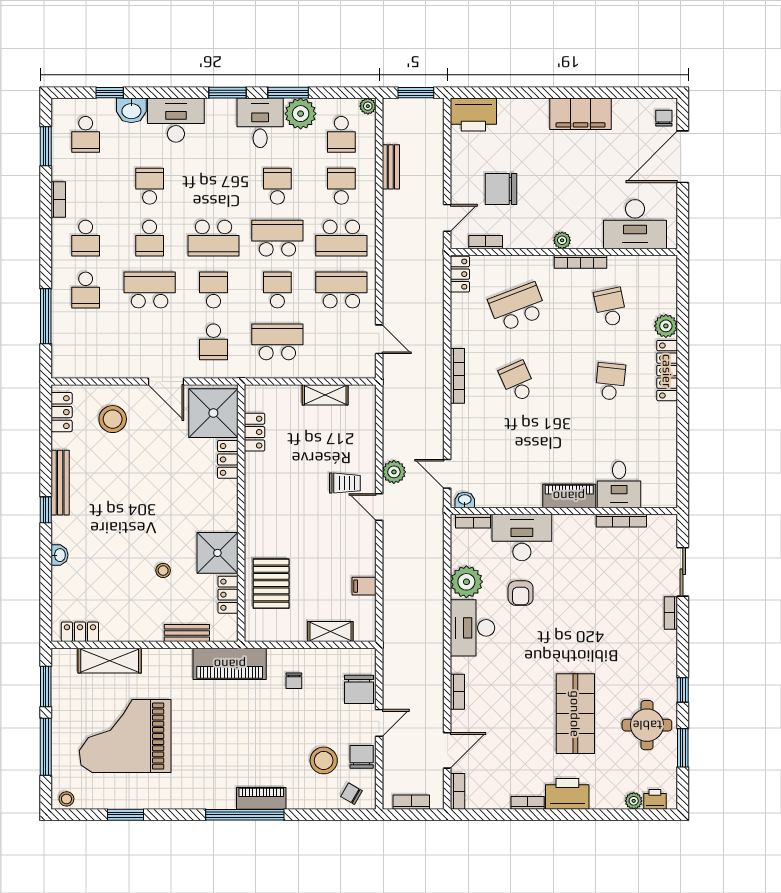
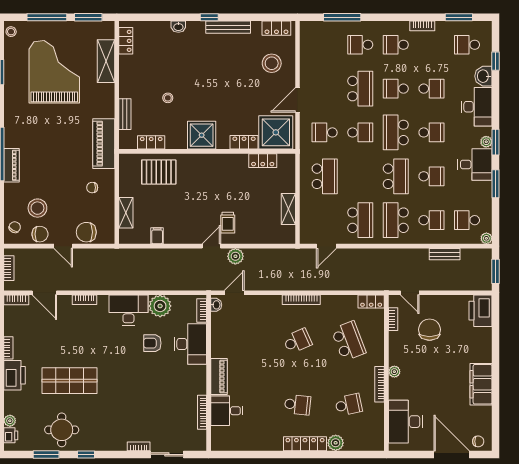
plant: (301, 114) -> (486, 142), moved, width x0.53, depth x0.53
school desk: (277, 290) -> (431, 132), moved
shower: (217, 553) -> (202, 135), moved

